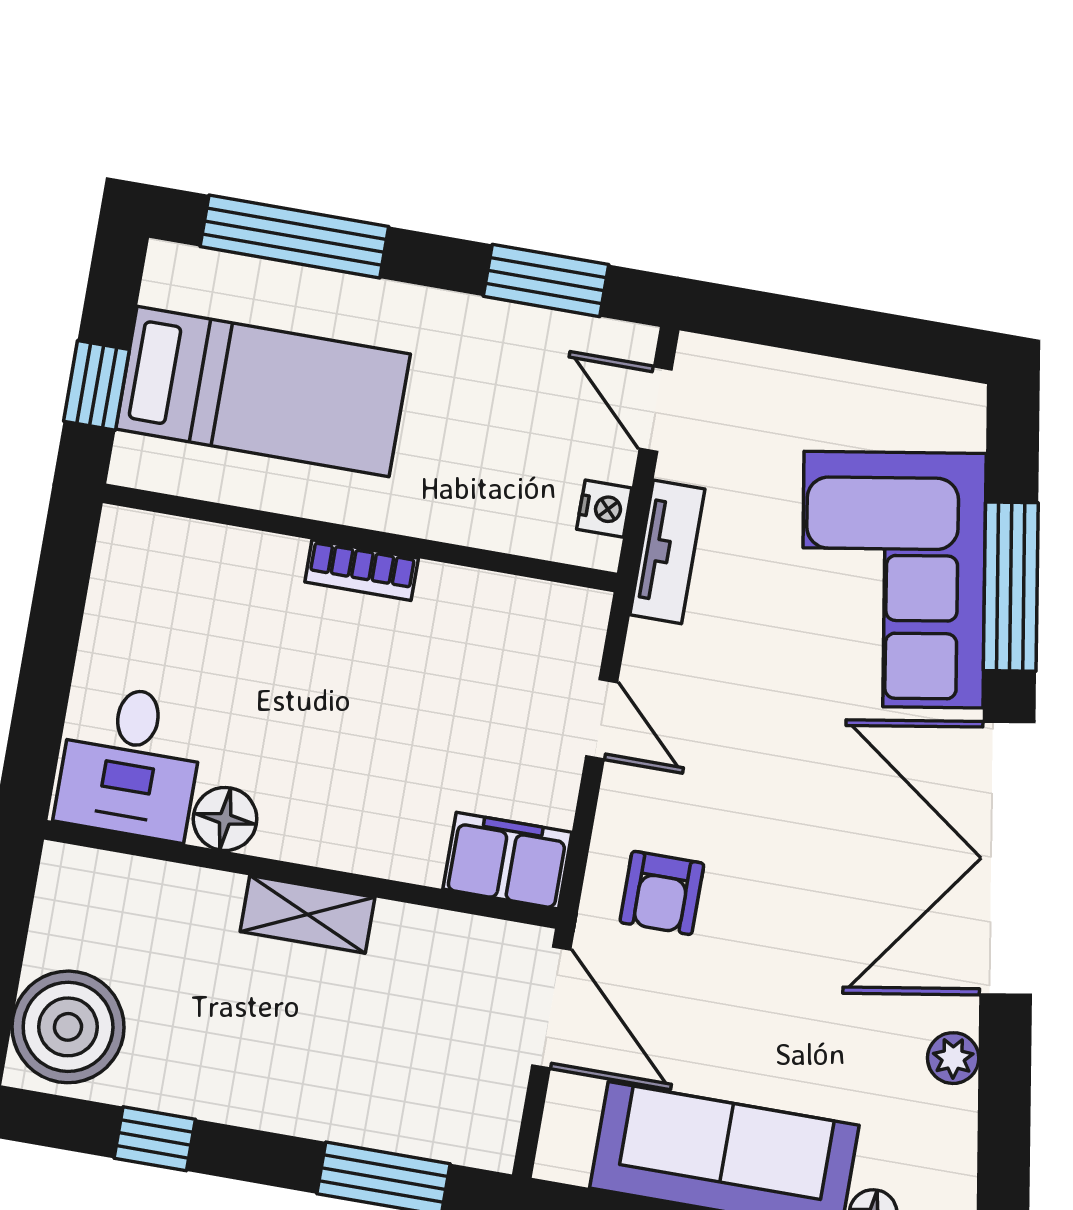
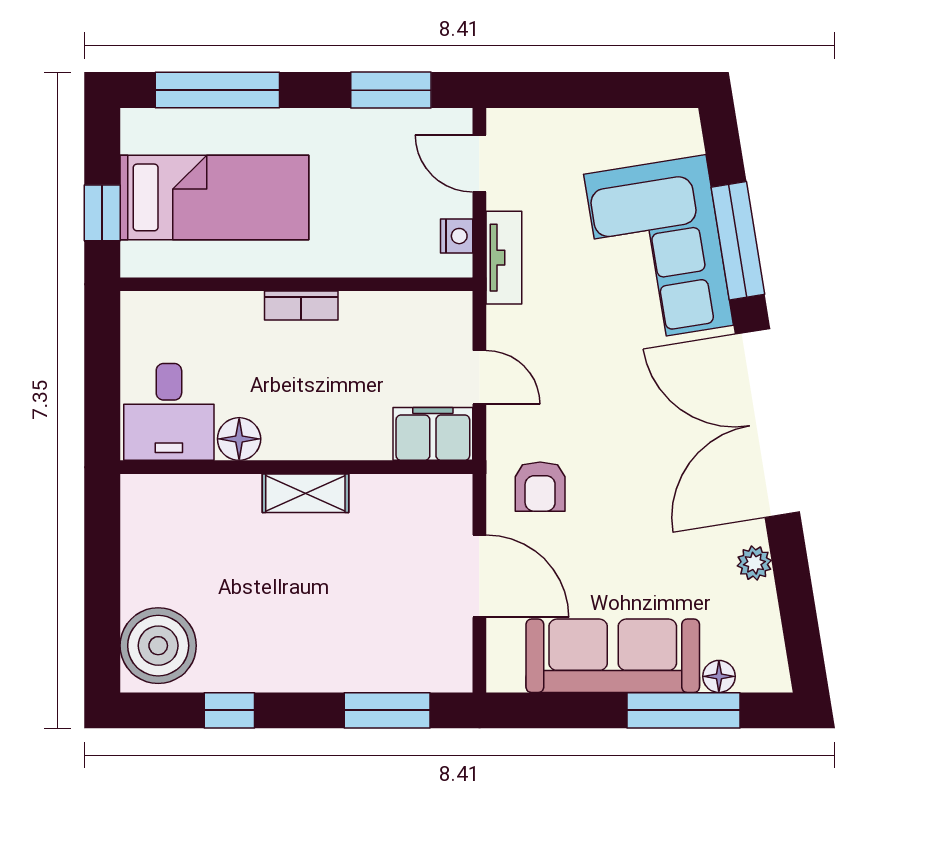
desk: (130, 762) -> (169, 412), moved
floor lamp: (225, 819) -> (239, 439), moved
filing cabinet: (507, 861) -> (433, 434), moved
wall: (301, 874) -> (296, 467), moved
shelving: (308, 914) -> (305, 493), moved

